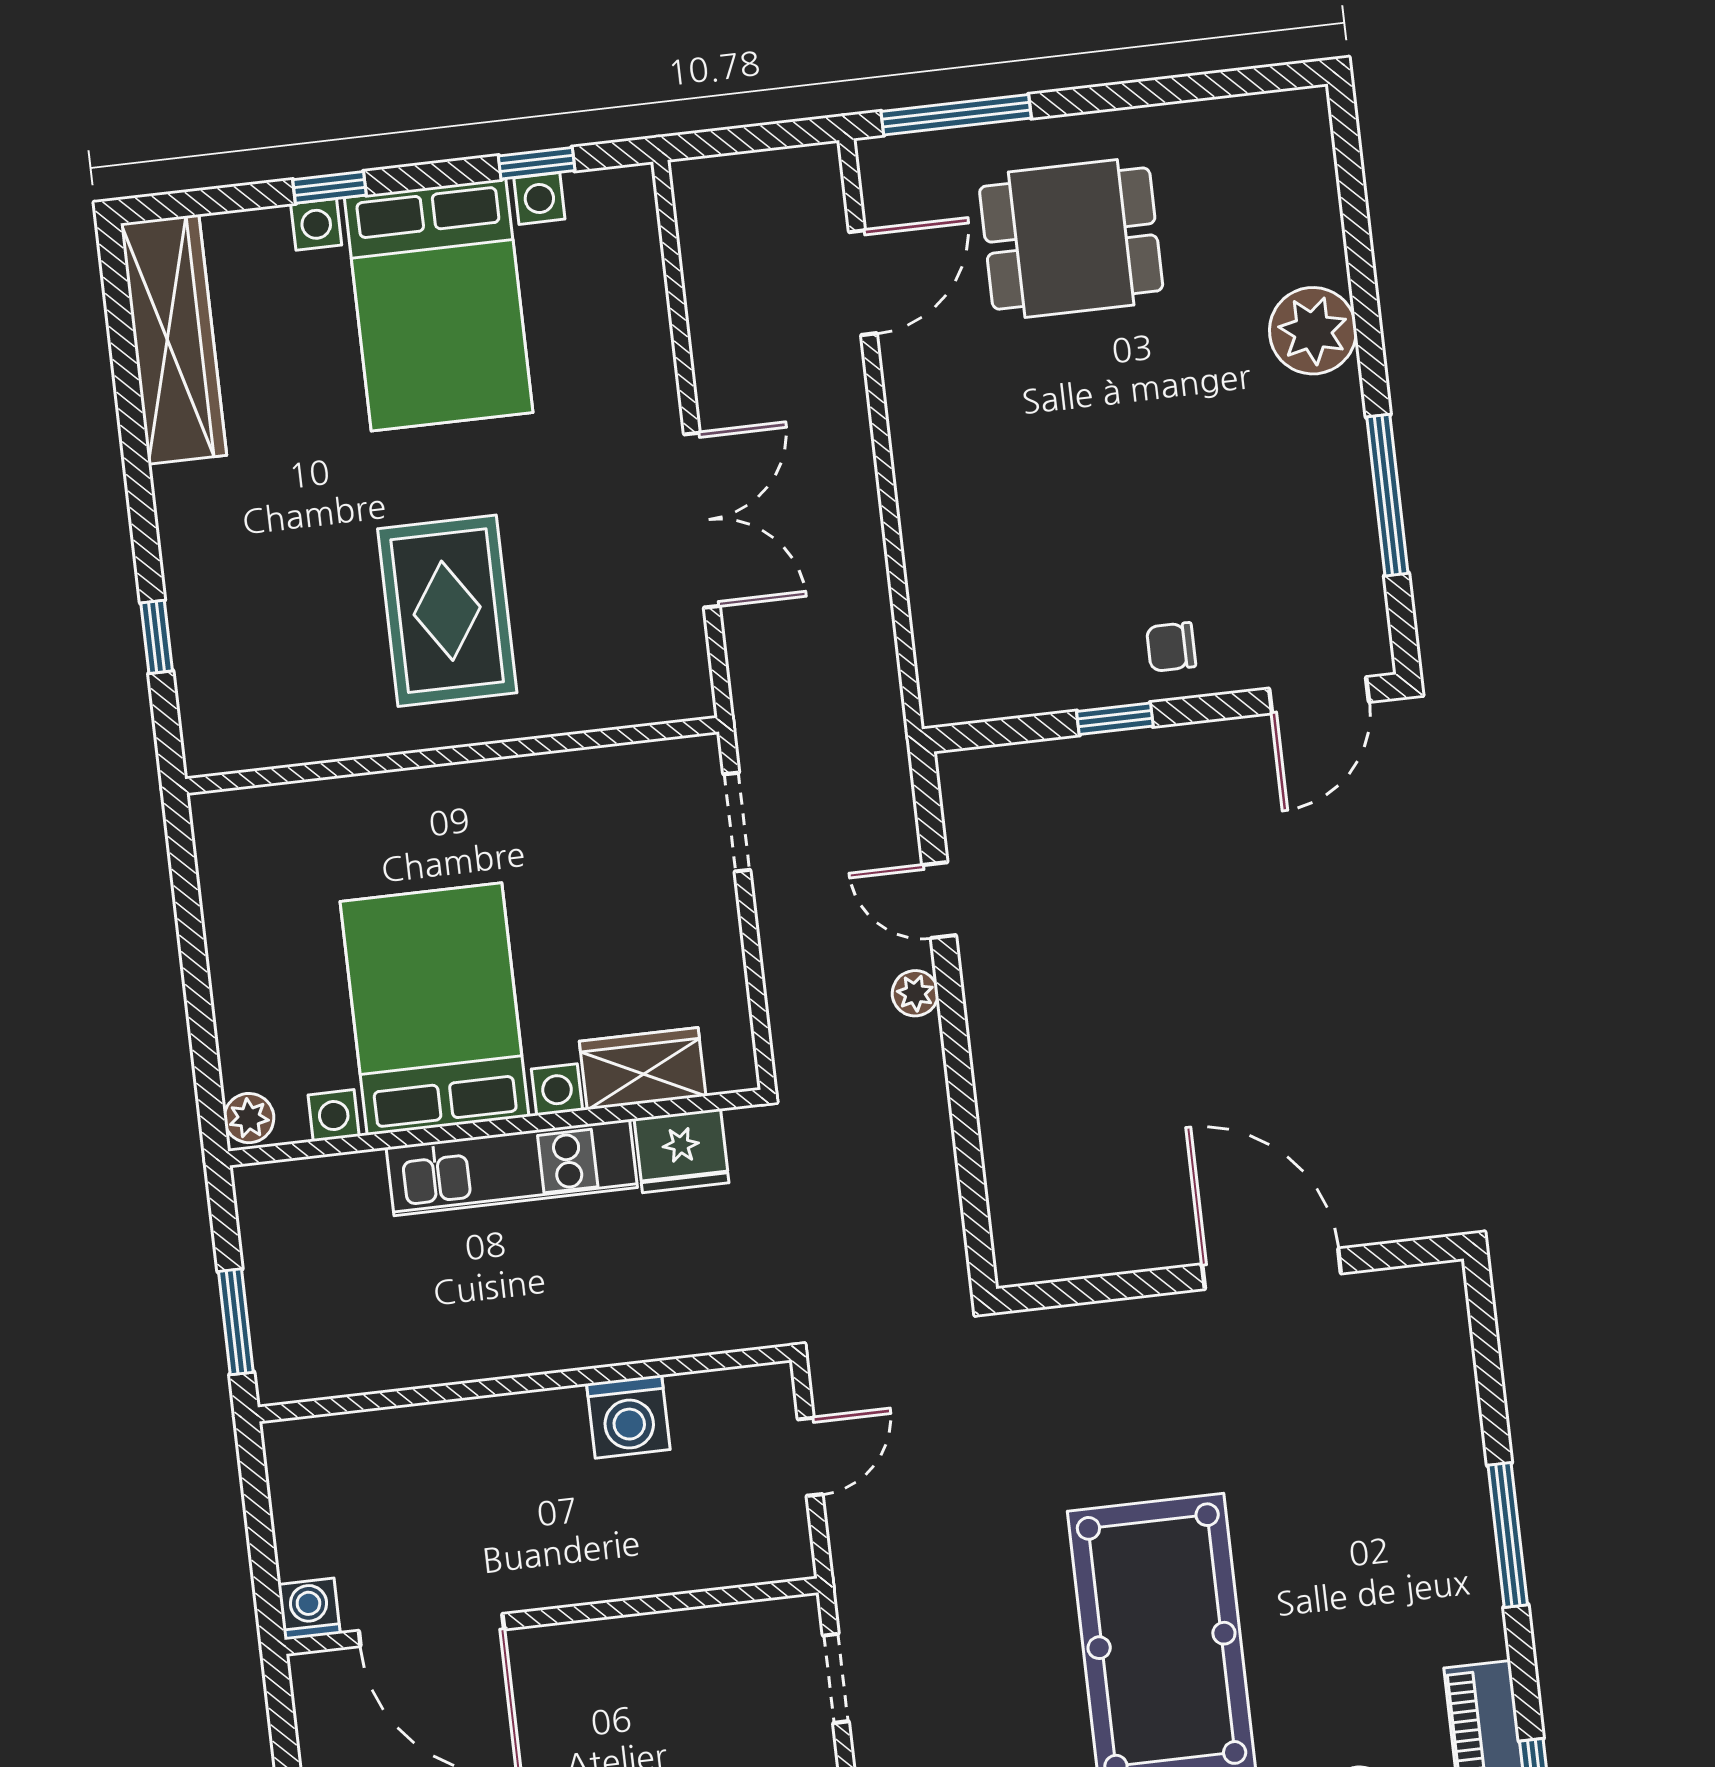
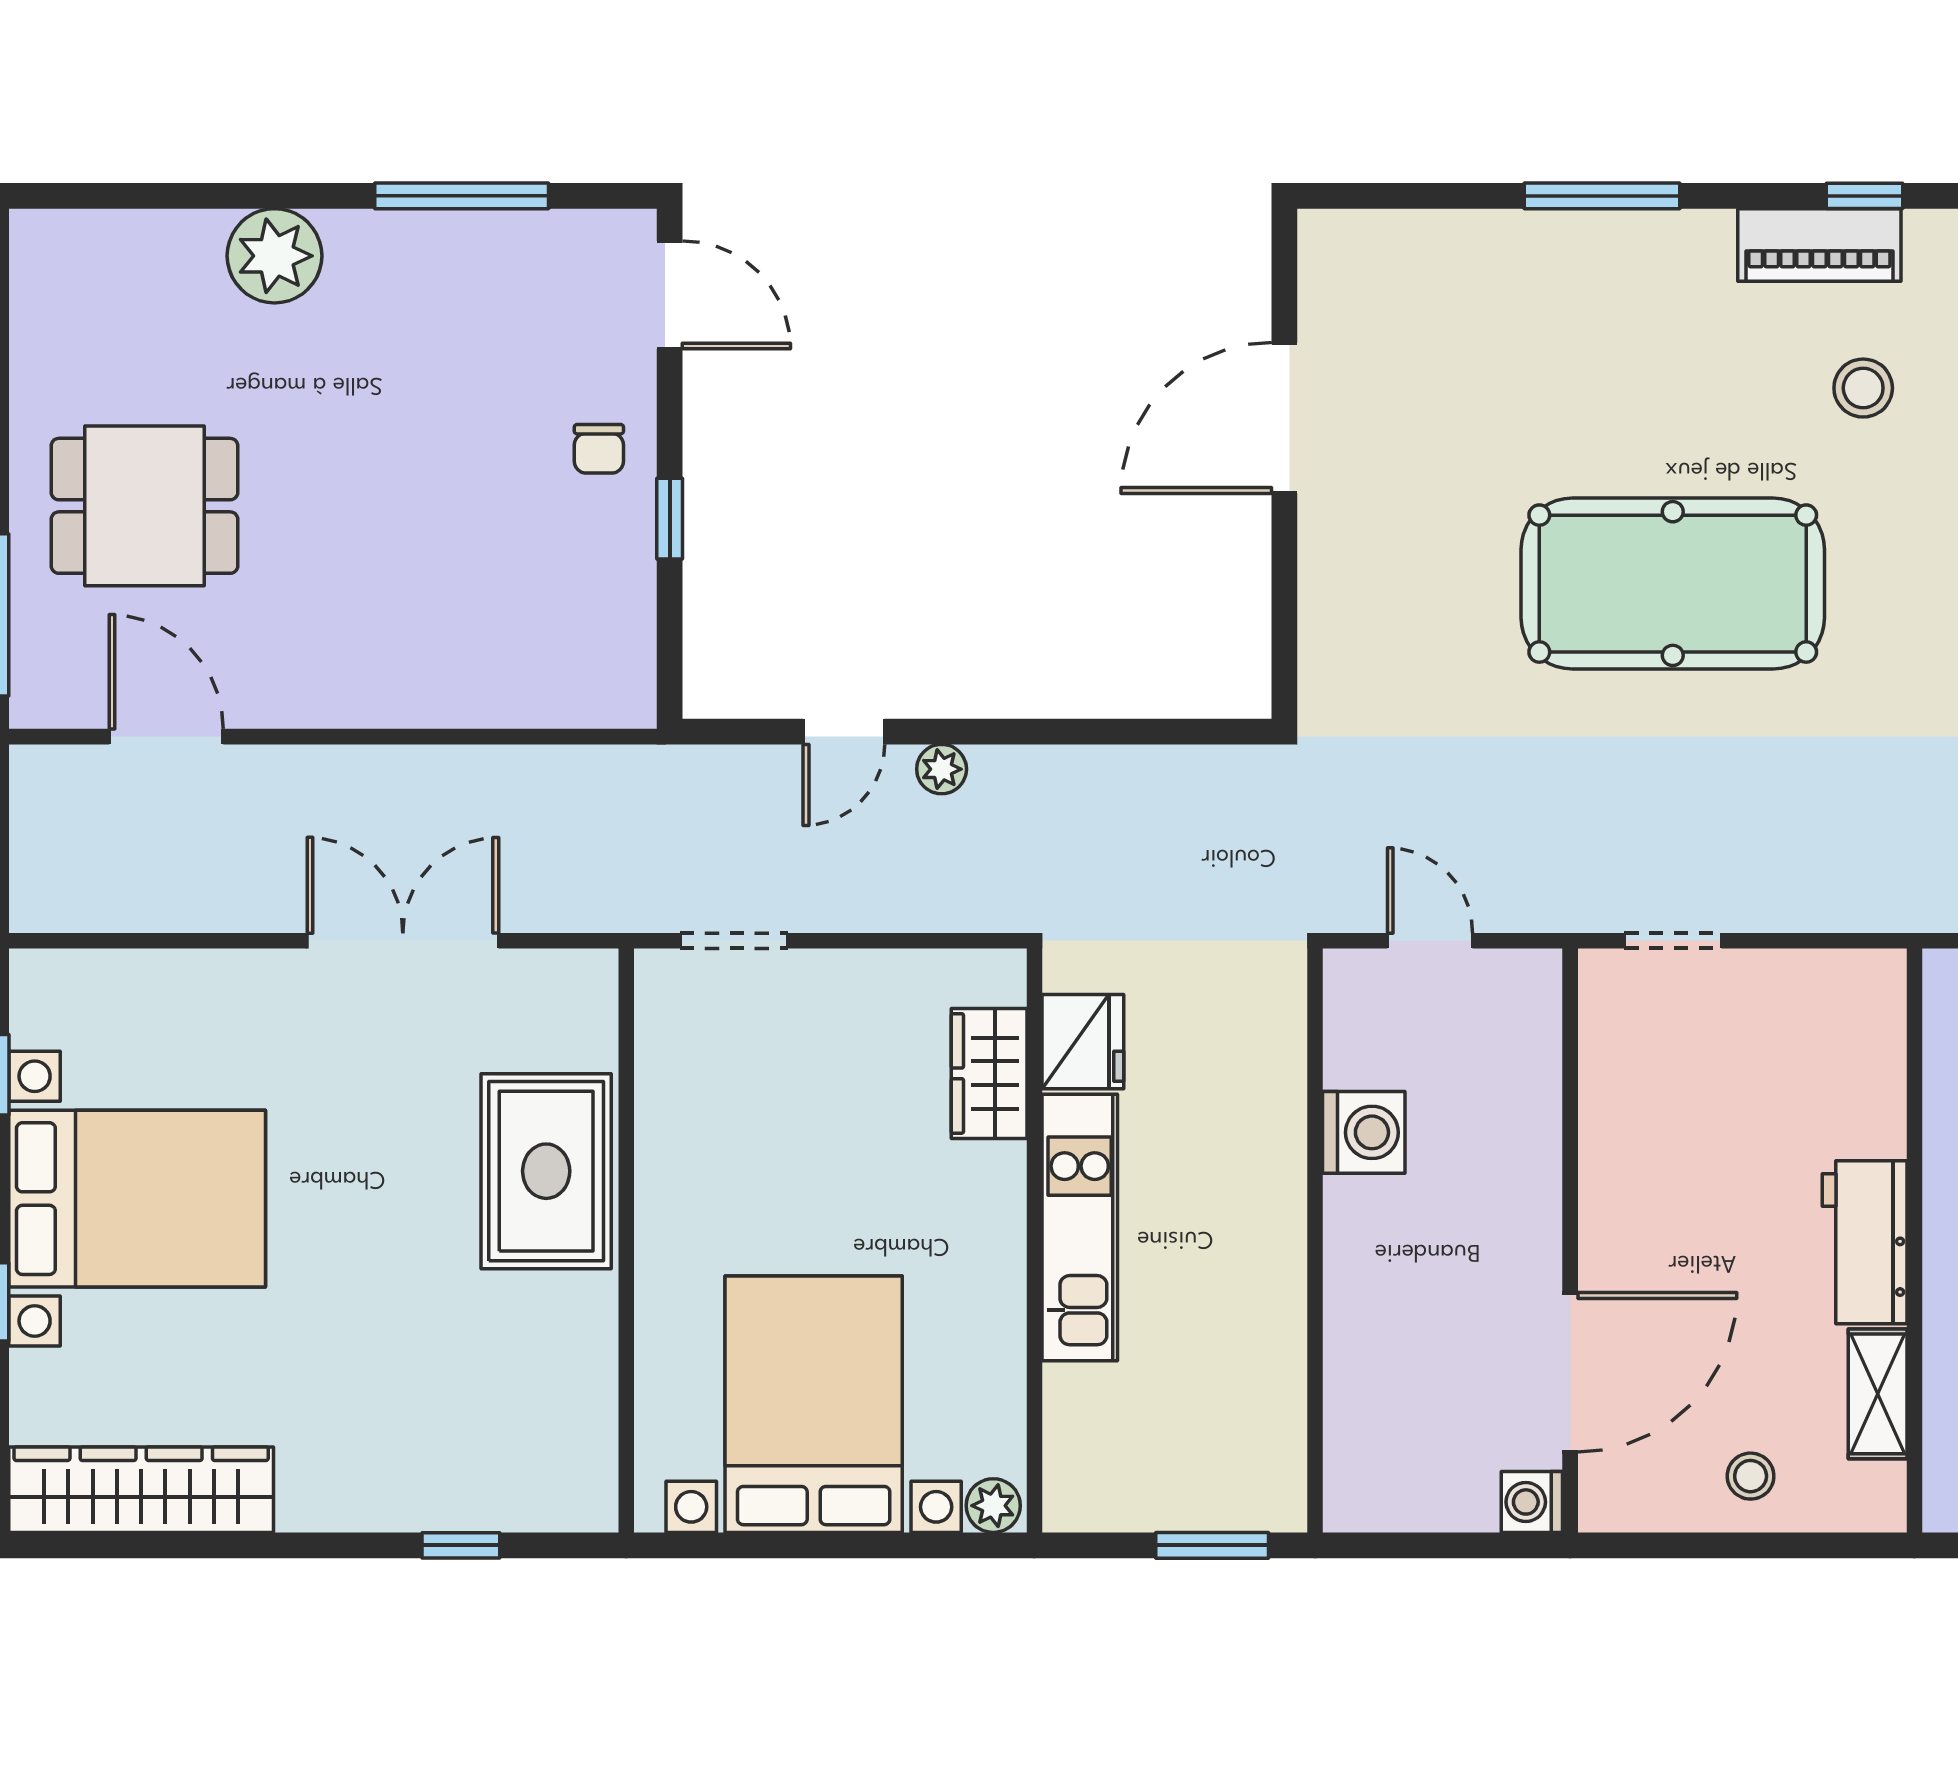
dining table: (1071, 239) -> (145, 506), turned 90
rug: (447, 611) -> (546, 1171), moved, turned 90
bed with nightstands: (435, 1009) -> (814, 1404), moved, turned 90

